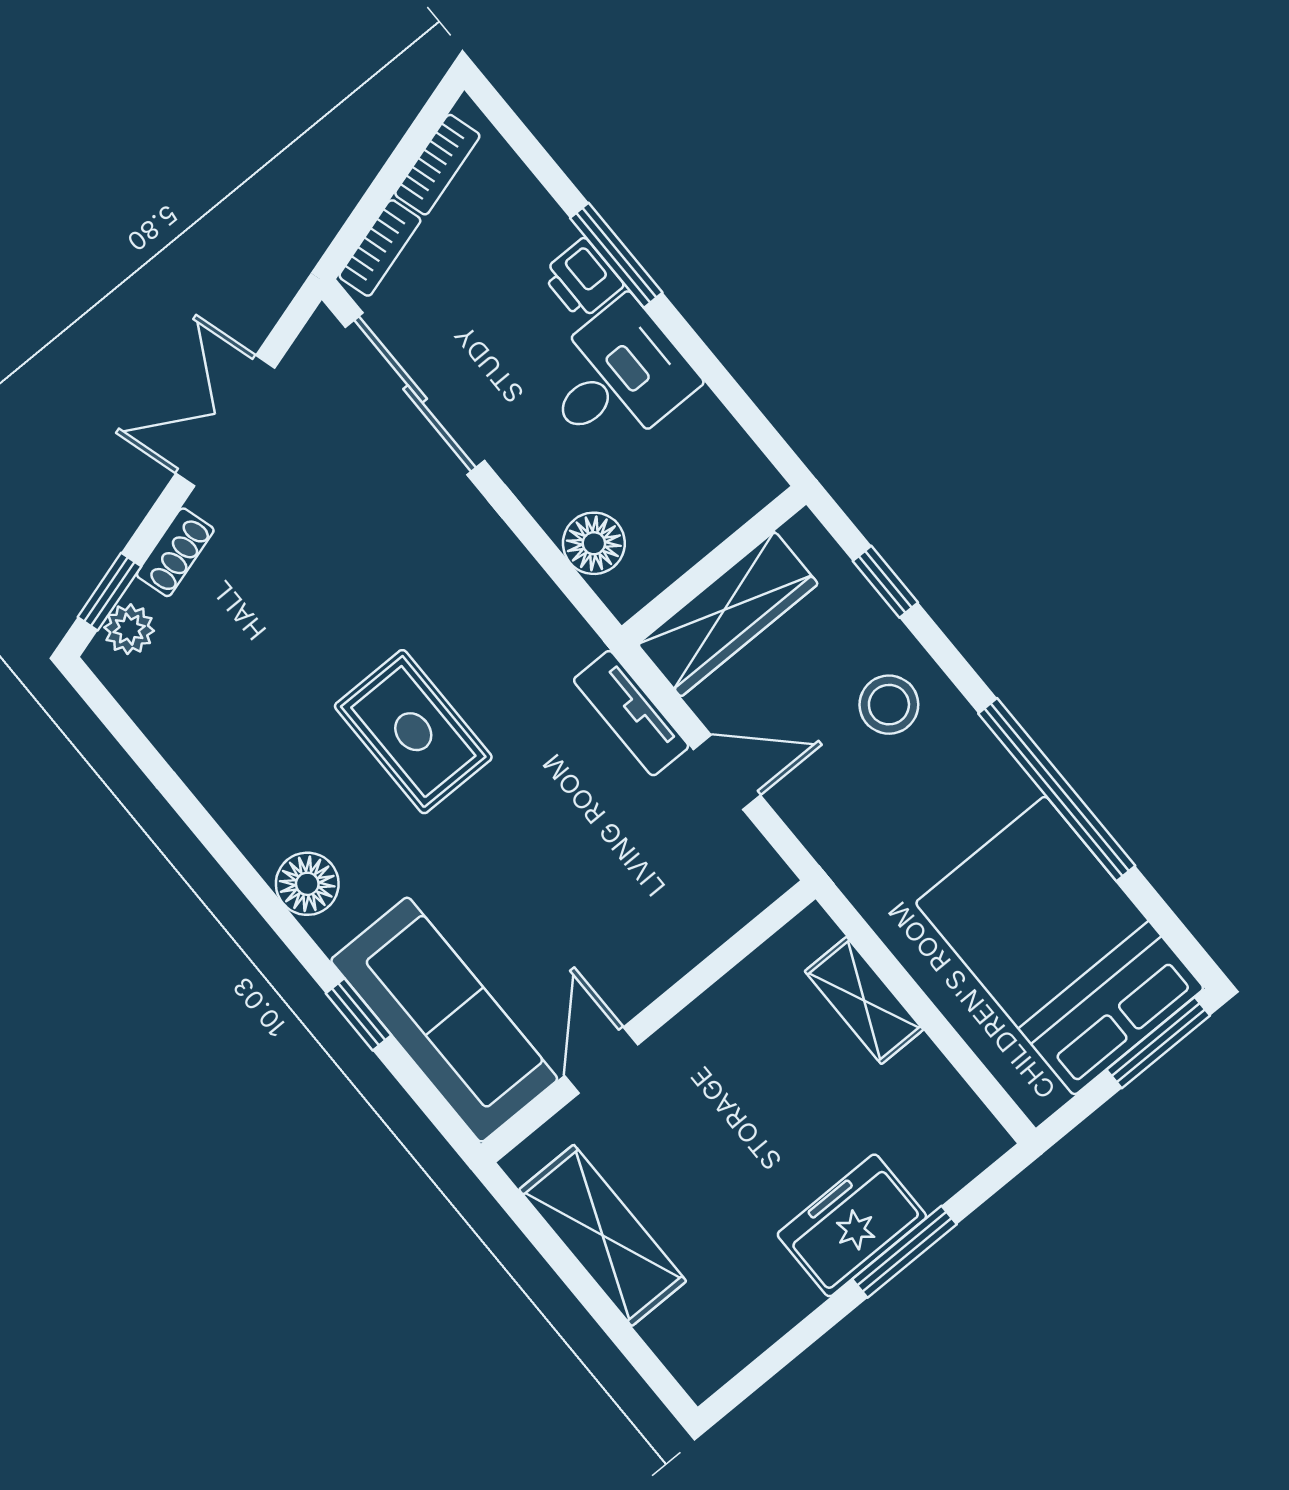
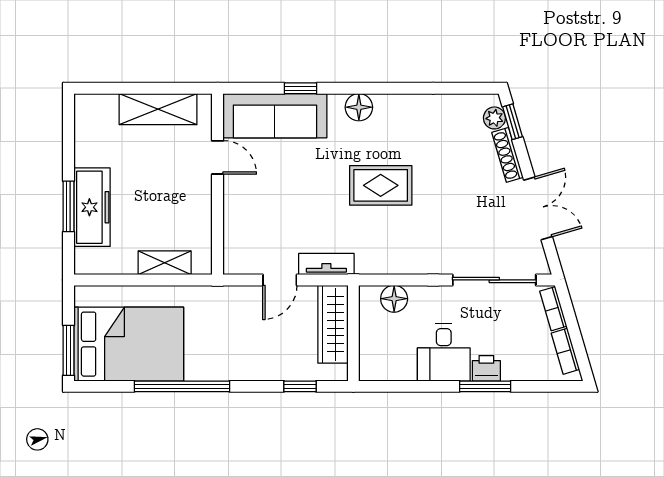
shoe rack: (175, 552) -> (508, 155), width x1.43
stool: (889, 705) -> (258, 353), removed
freezer: (852, 1225) -> (92, 207), width x1.40

